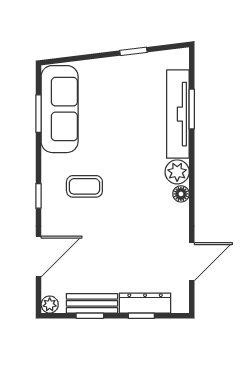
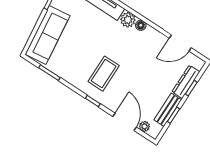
sofa: (60, 109) -> (48, 35), moved, turned 83
coffee table: (84, 186) -> (104, 74), width x1.36, depth x1.30
door: (192, 262) -> (180, 43), swing flipped
plant: (50, 305) -> (144, 126), moved

